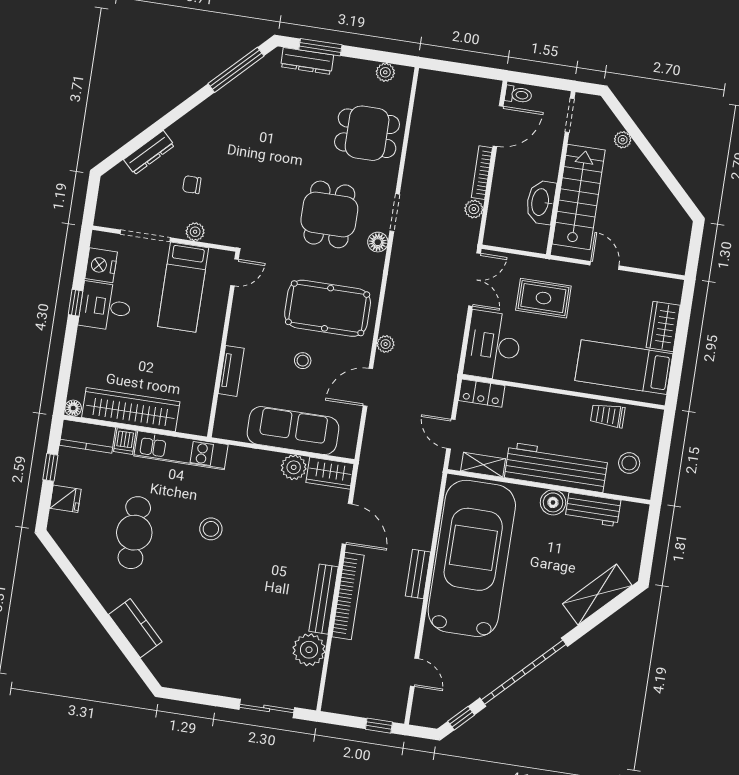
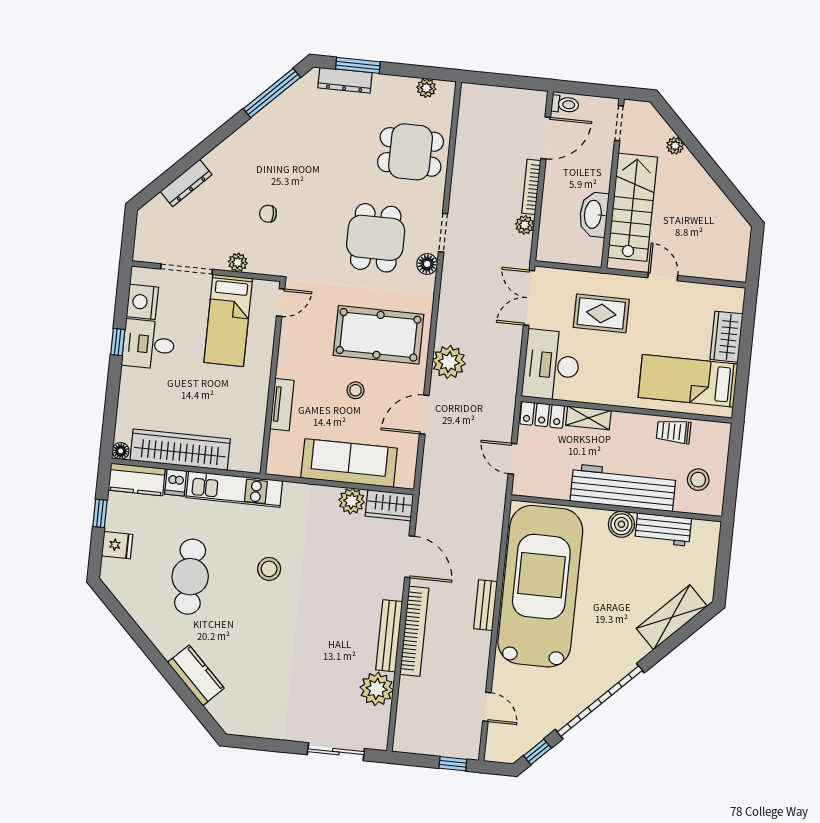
chair: (192, 185) -> (268, 214), moved
double door: (475, 280) -> (529, 298), swing flipped
plant: (386, 344) -> (449, 362), width x1.87, depth x1.87
shelving: (483, 465) -> (588, 418), moved

